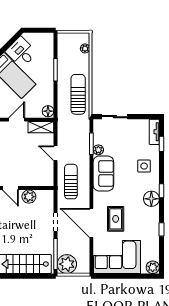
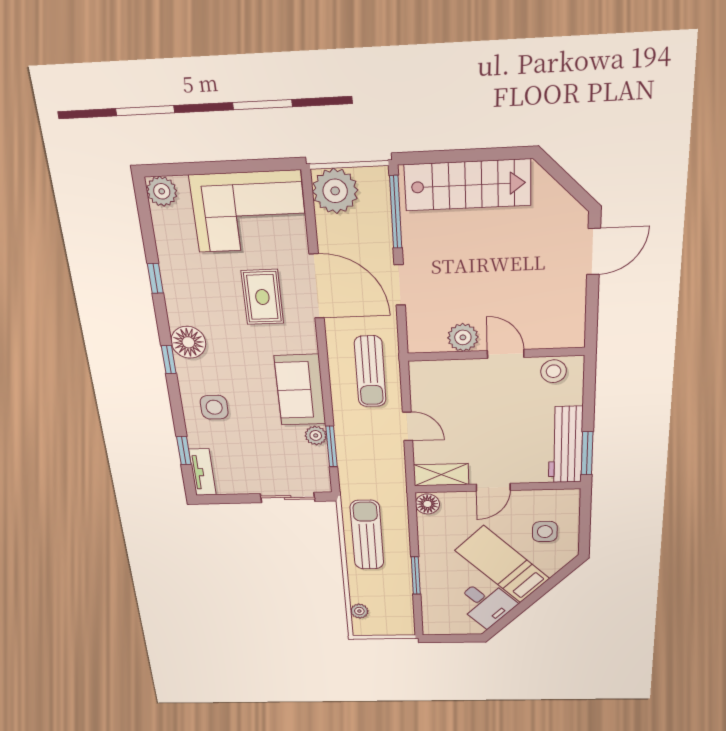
sun lounger: (78, 94) -> (367, 535), turned 180
plant: (67, 264) -> (335, 191), moved

